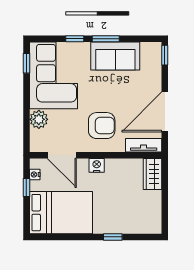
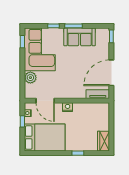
armchair: (102, 126) -> (71, 82), removed
wardrobe: (153, 174) -> (104, 141), moved

